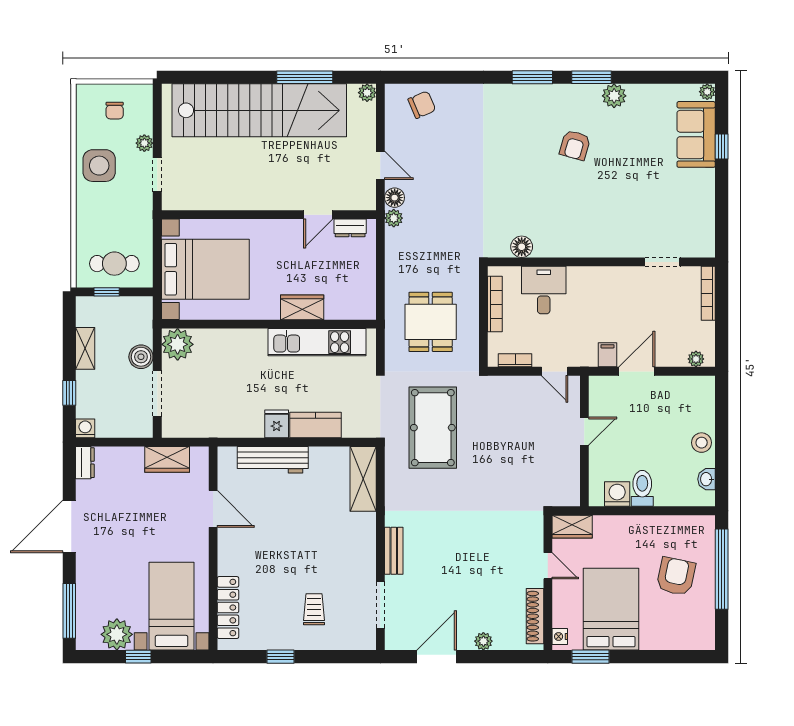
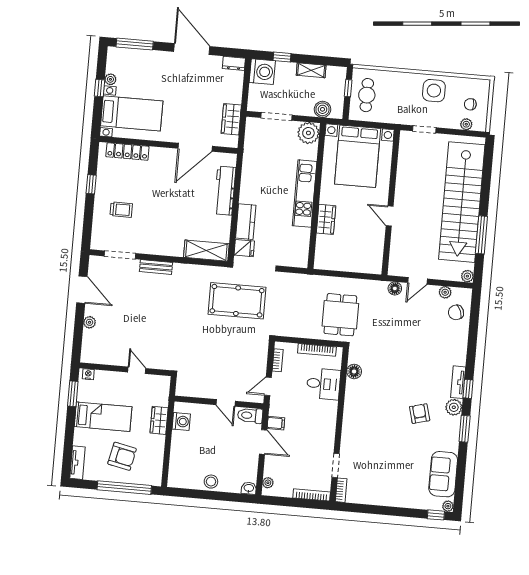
window: (532, 77) -> (468, 389), width x0.67
tv unit: (524, 93) -> (458, 382), added
plant: (614, 96) -> (454, 407), moved
chair: (422, 105) -> (456, 312), turned 91
sofa: (696, 134) -> (443, 474), moved, turned -90
plant: (144, 143) -> (466, 124), moved
armchair: (575, 145) -> (420, 414), turned 59
window: (722, 146) -> (436, 515), moved
door: (318, 215) -> (390, 216), moved
plant: (394, 218) -> (445, 292), moved
dresser: (350, 228) -> (377, 257), removed
bookcase: (698, 250) -> (341, 490), added
dining table: (431, 322) -> (340, 315), moved, turned 90
kitchen unit: (317, 342) -> (305, 194), moved
boiler: (141, 357) -> (322, 109), moved
fridge: (277, 424) -> (244, 248), moved
washing machine: (85, 428) -> (262, 72), width x1.89, depth x1.89
washbasin: (707, 479) -> (249, 488), moved
toilet: (642, 488) -> (250, 415), moved, turned 180
door: (213, 509) -> (195, 147), width x1.36
wardrobe: (572, 527) -> (159, 420), moved
door: (548, 566) -> (137, 370), swing flipped
bed: (611, 609) -> (103, 417), width x0.67
shoe rack: (535, 616) -> (103, 359), removed
plant: (117, 634) -> (110, 79), width x0.53, depth x0.53
tv unit: (691, 641) -> (77, 463), added

